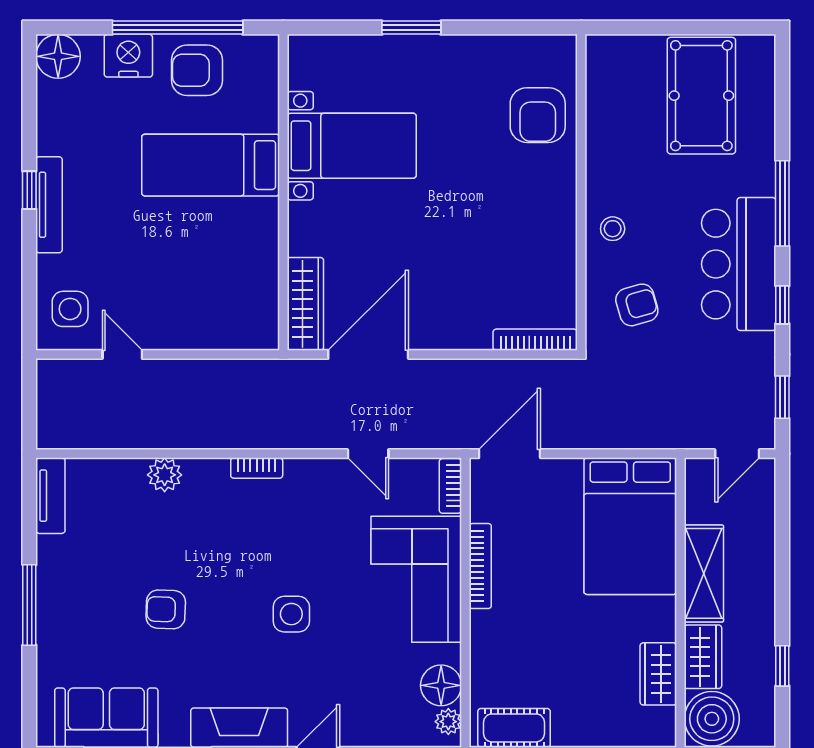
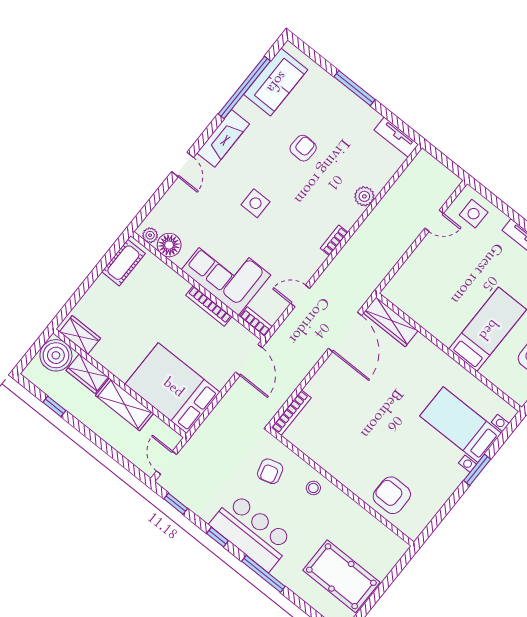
bed with nightstands: (352, 146) -> (461, 425), moved, turned 90
wardrobe: (658, 674) -> (80, 335), moved

